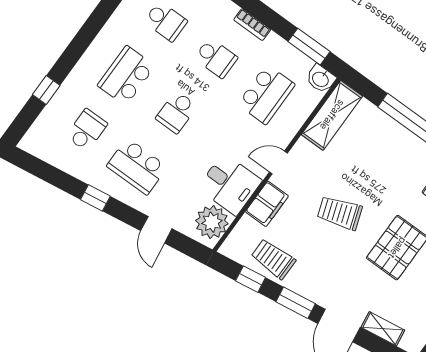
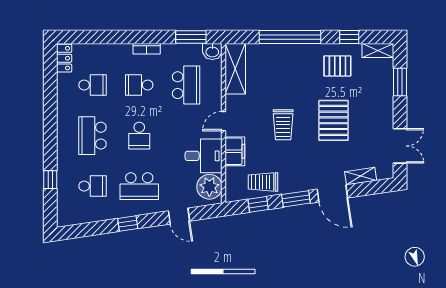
school desk: (216, 58) -> (139, 85), turned 180
school desk: (87, 130) -> (93, 186), turned 90
trolley: (340, 213) -> (283, 125), turned -71

